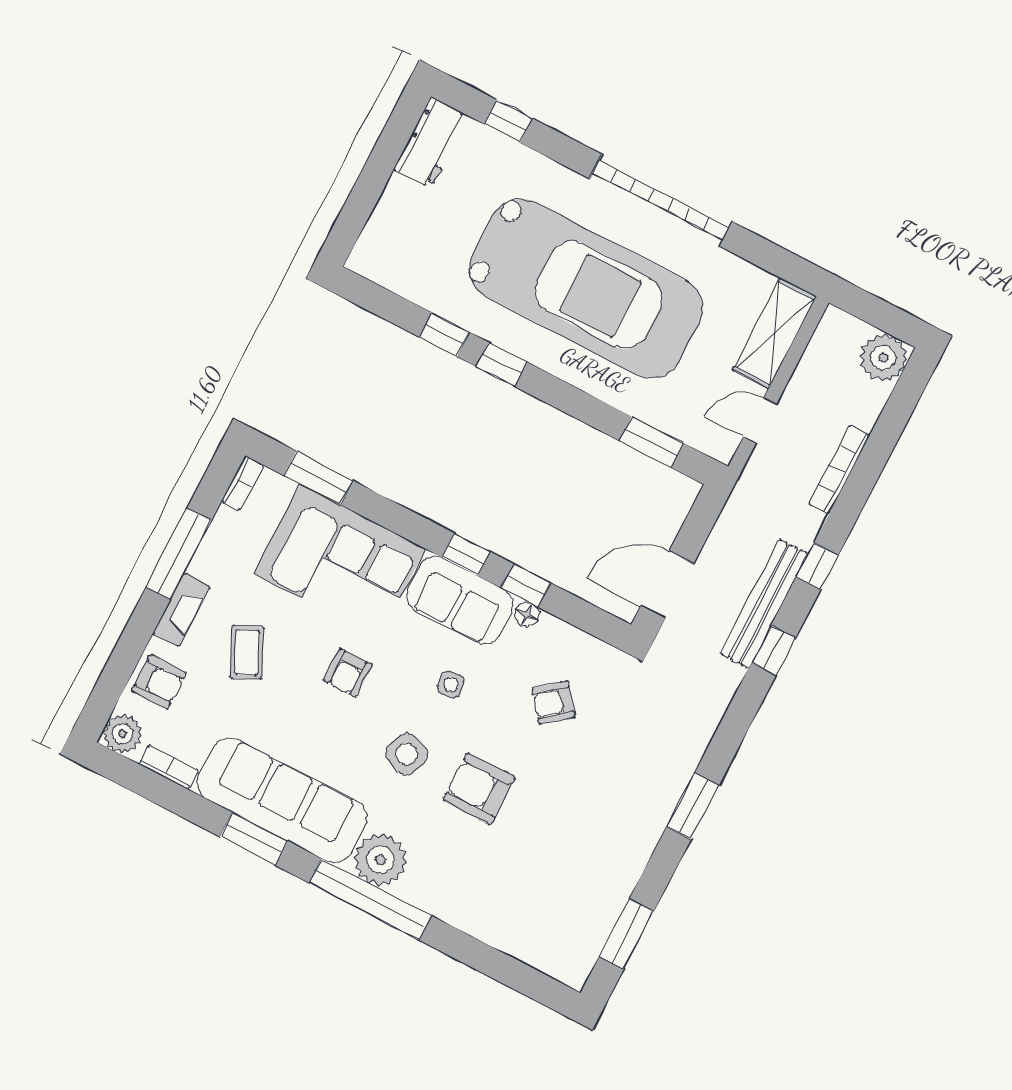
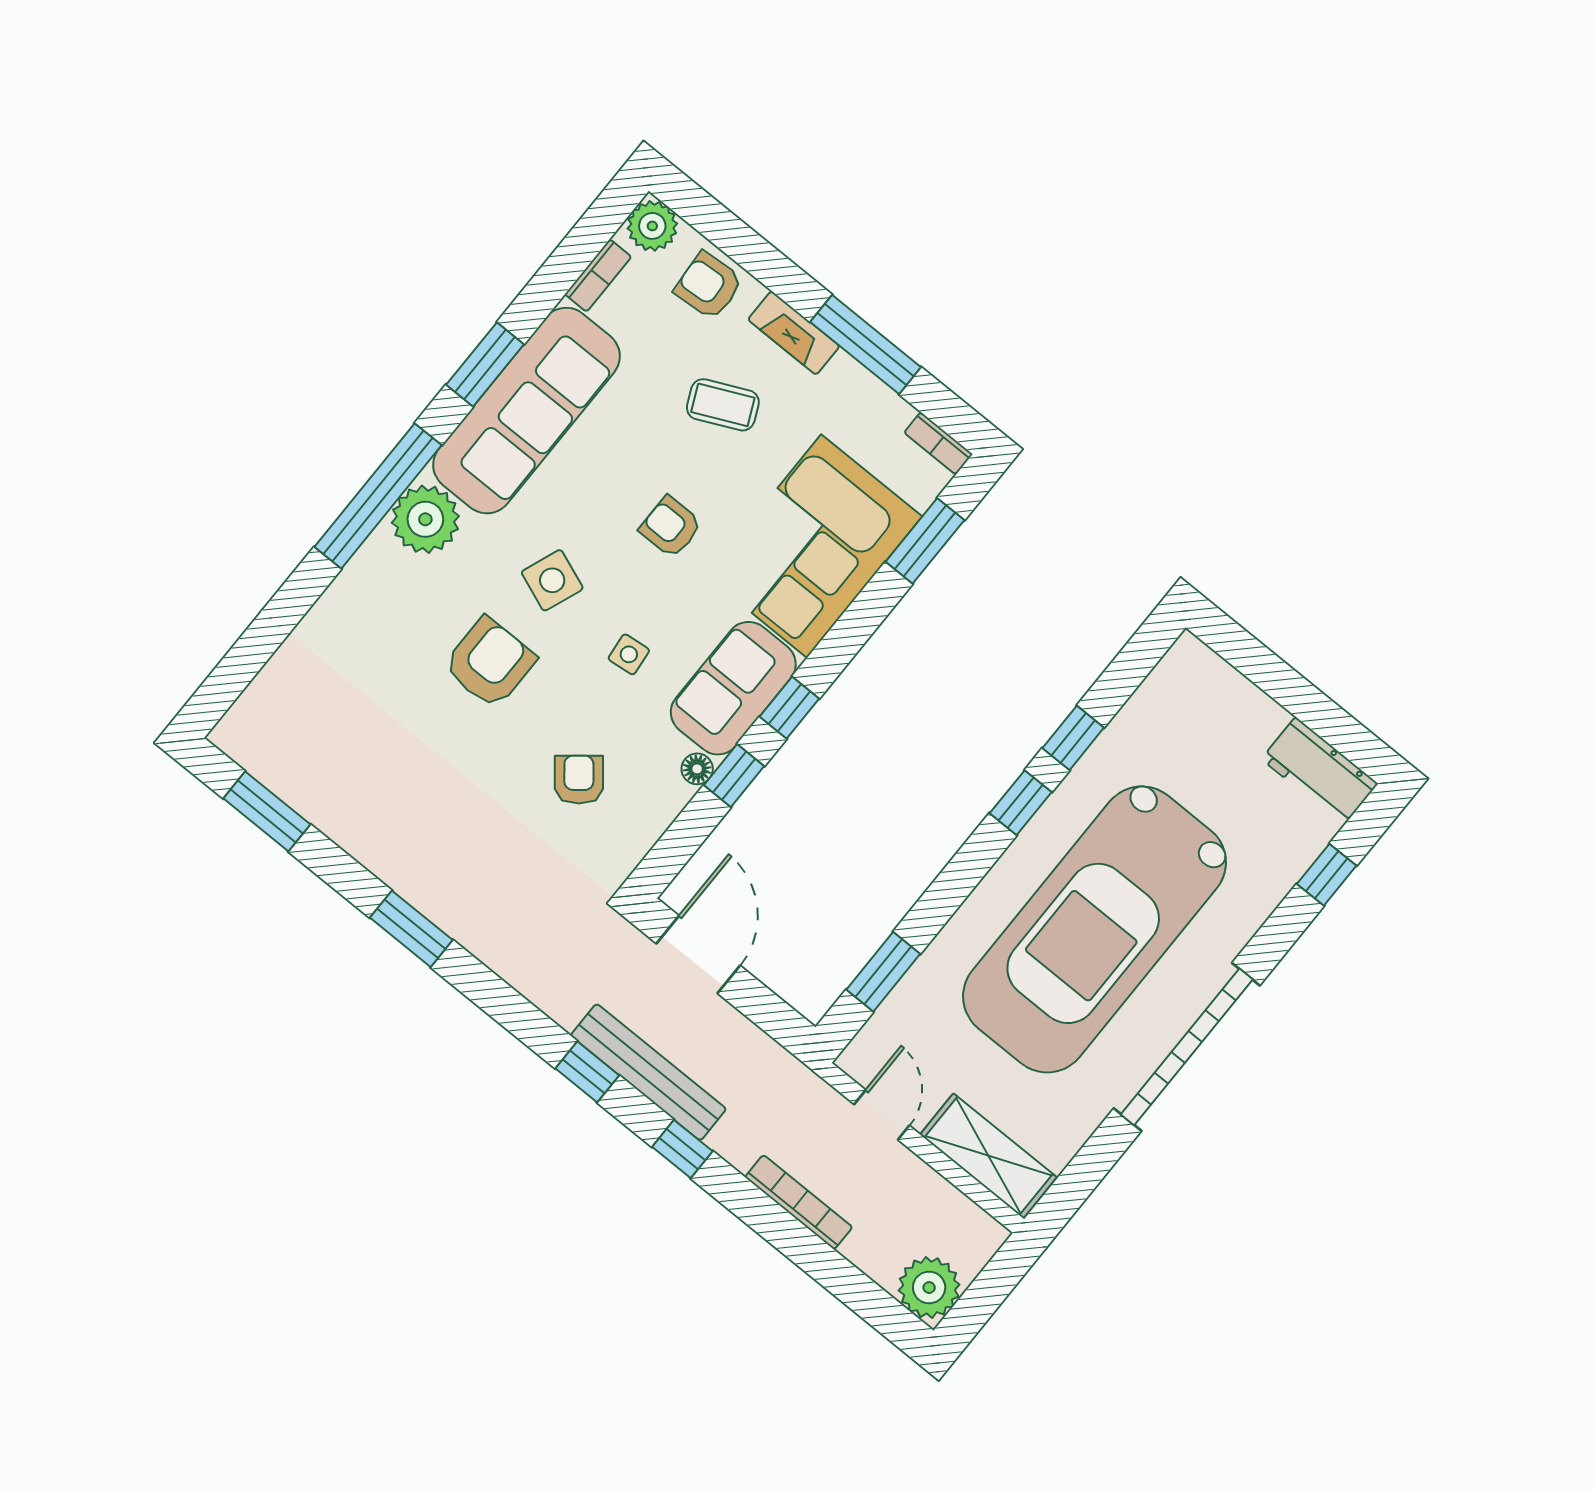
armchair: (159, 682) -> (709, 286), turned 86

